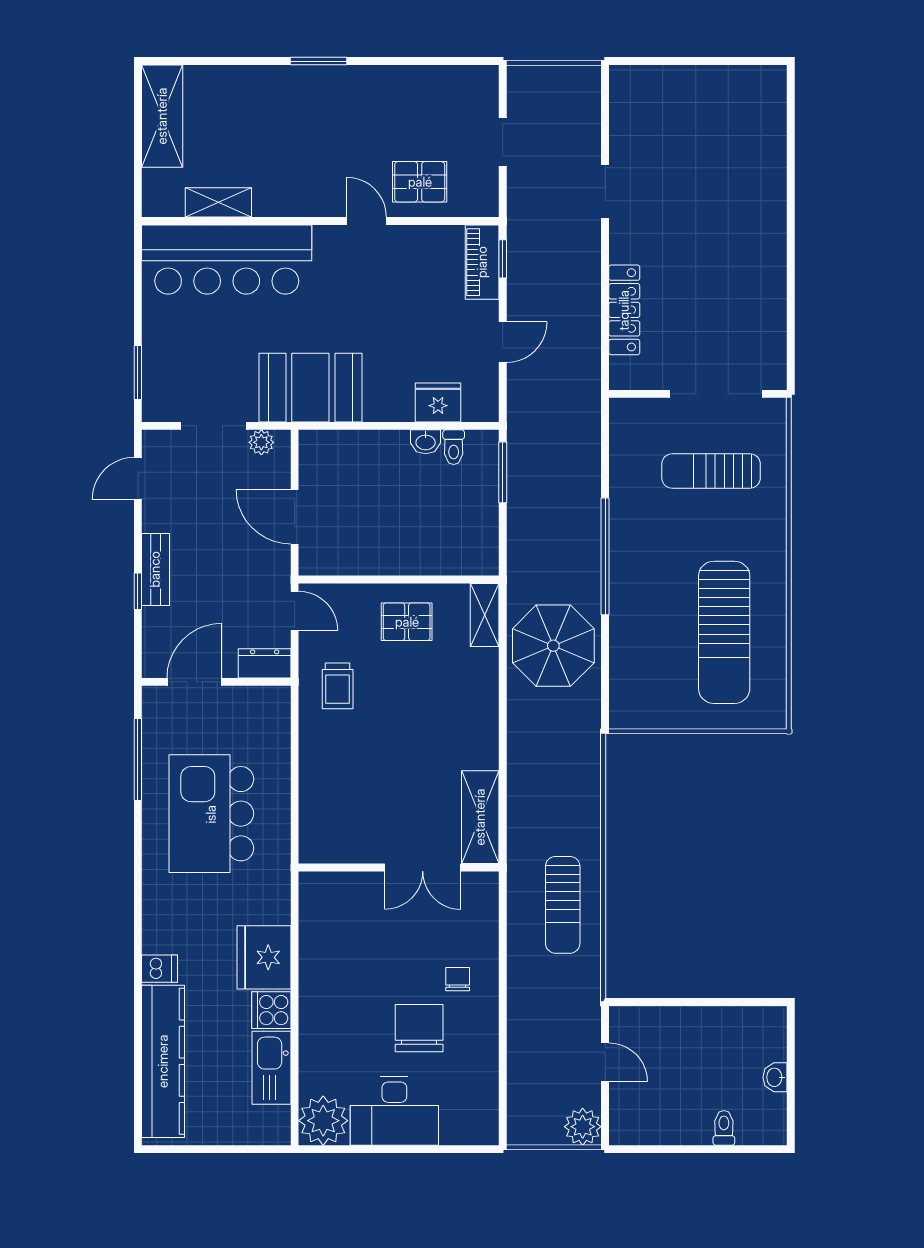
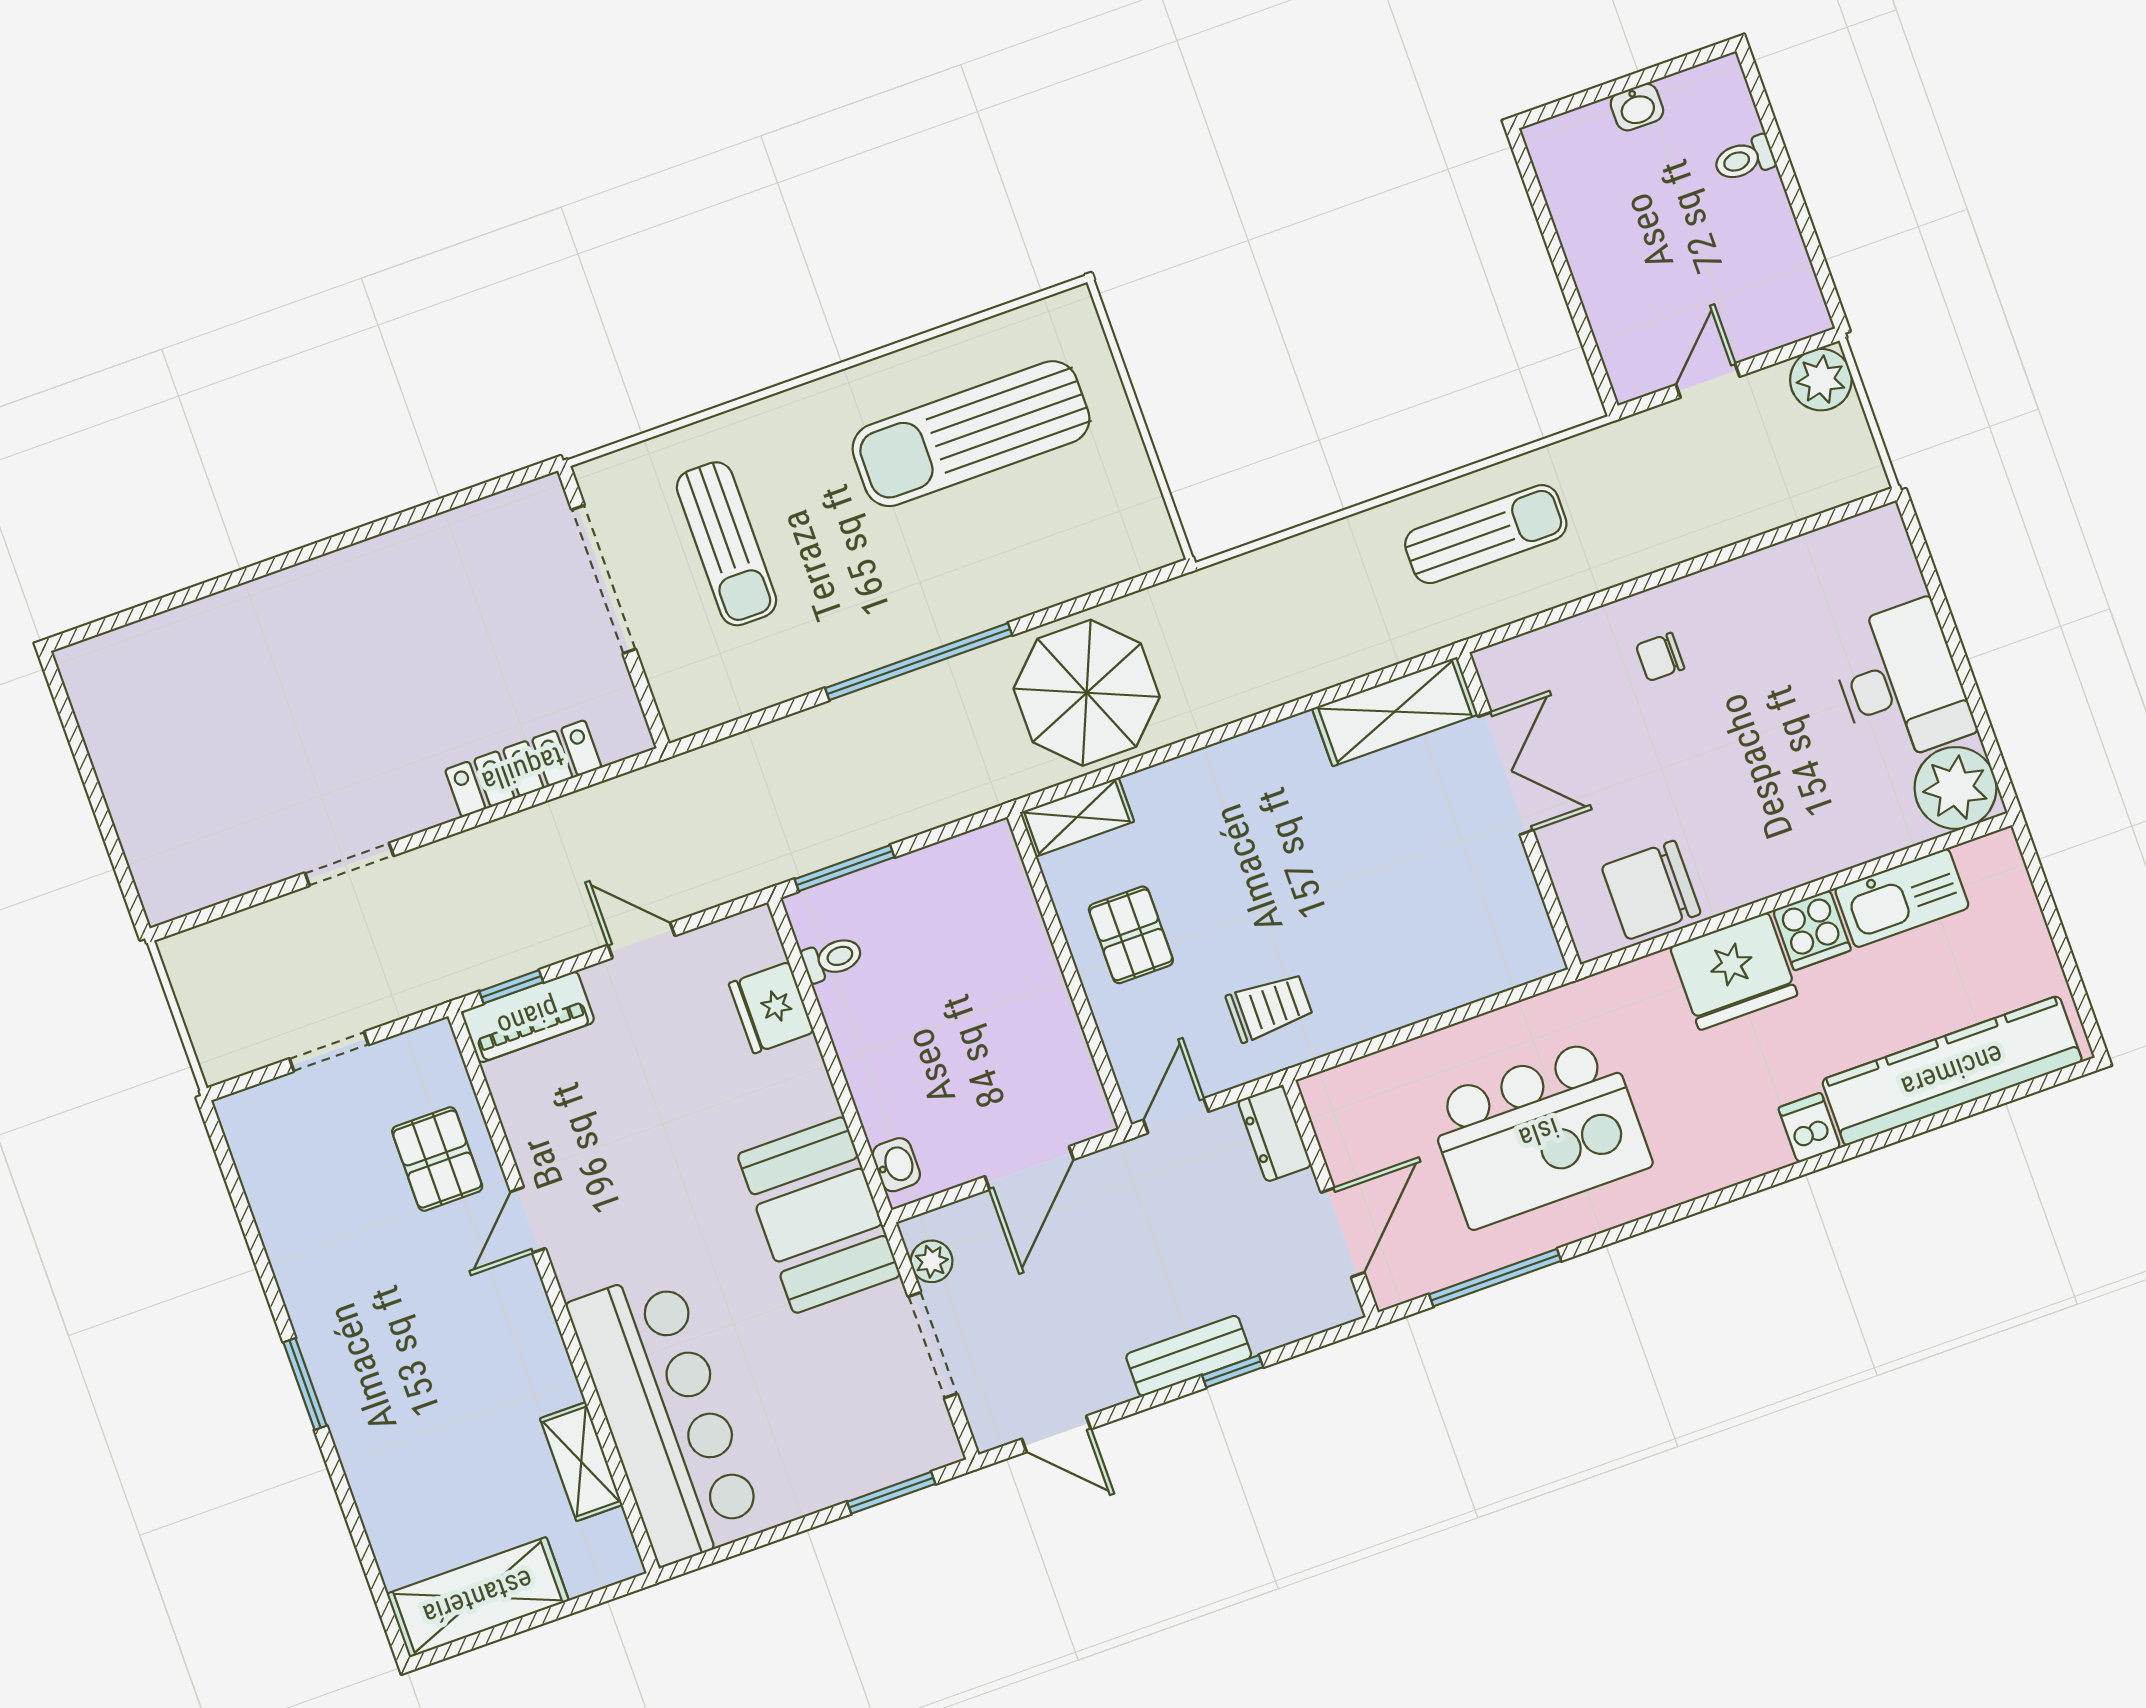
washbasin: (426, 442) -> (896, 1165), moved
sun lounger: (724, 632) -> (971, 434), turned 180
door: (194, 682) -> (1343, 1233), swing flipped
chair: (419, 1028) -> (1651, 890), moved

